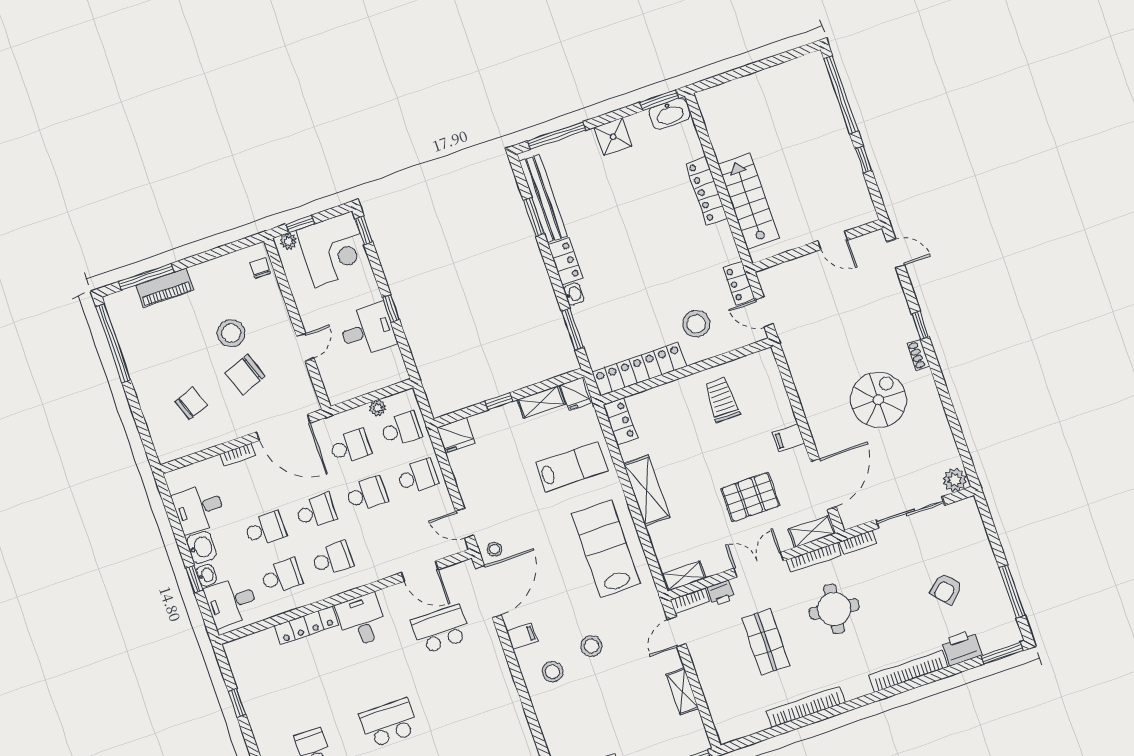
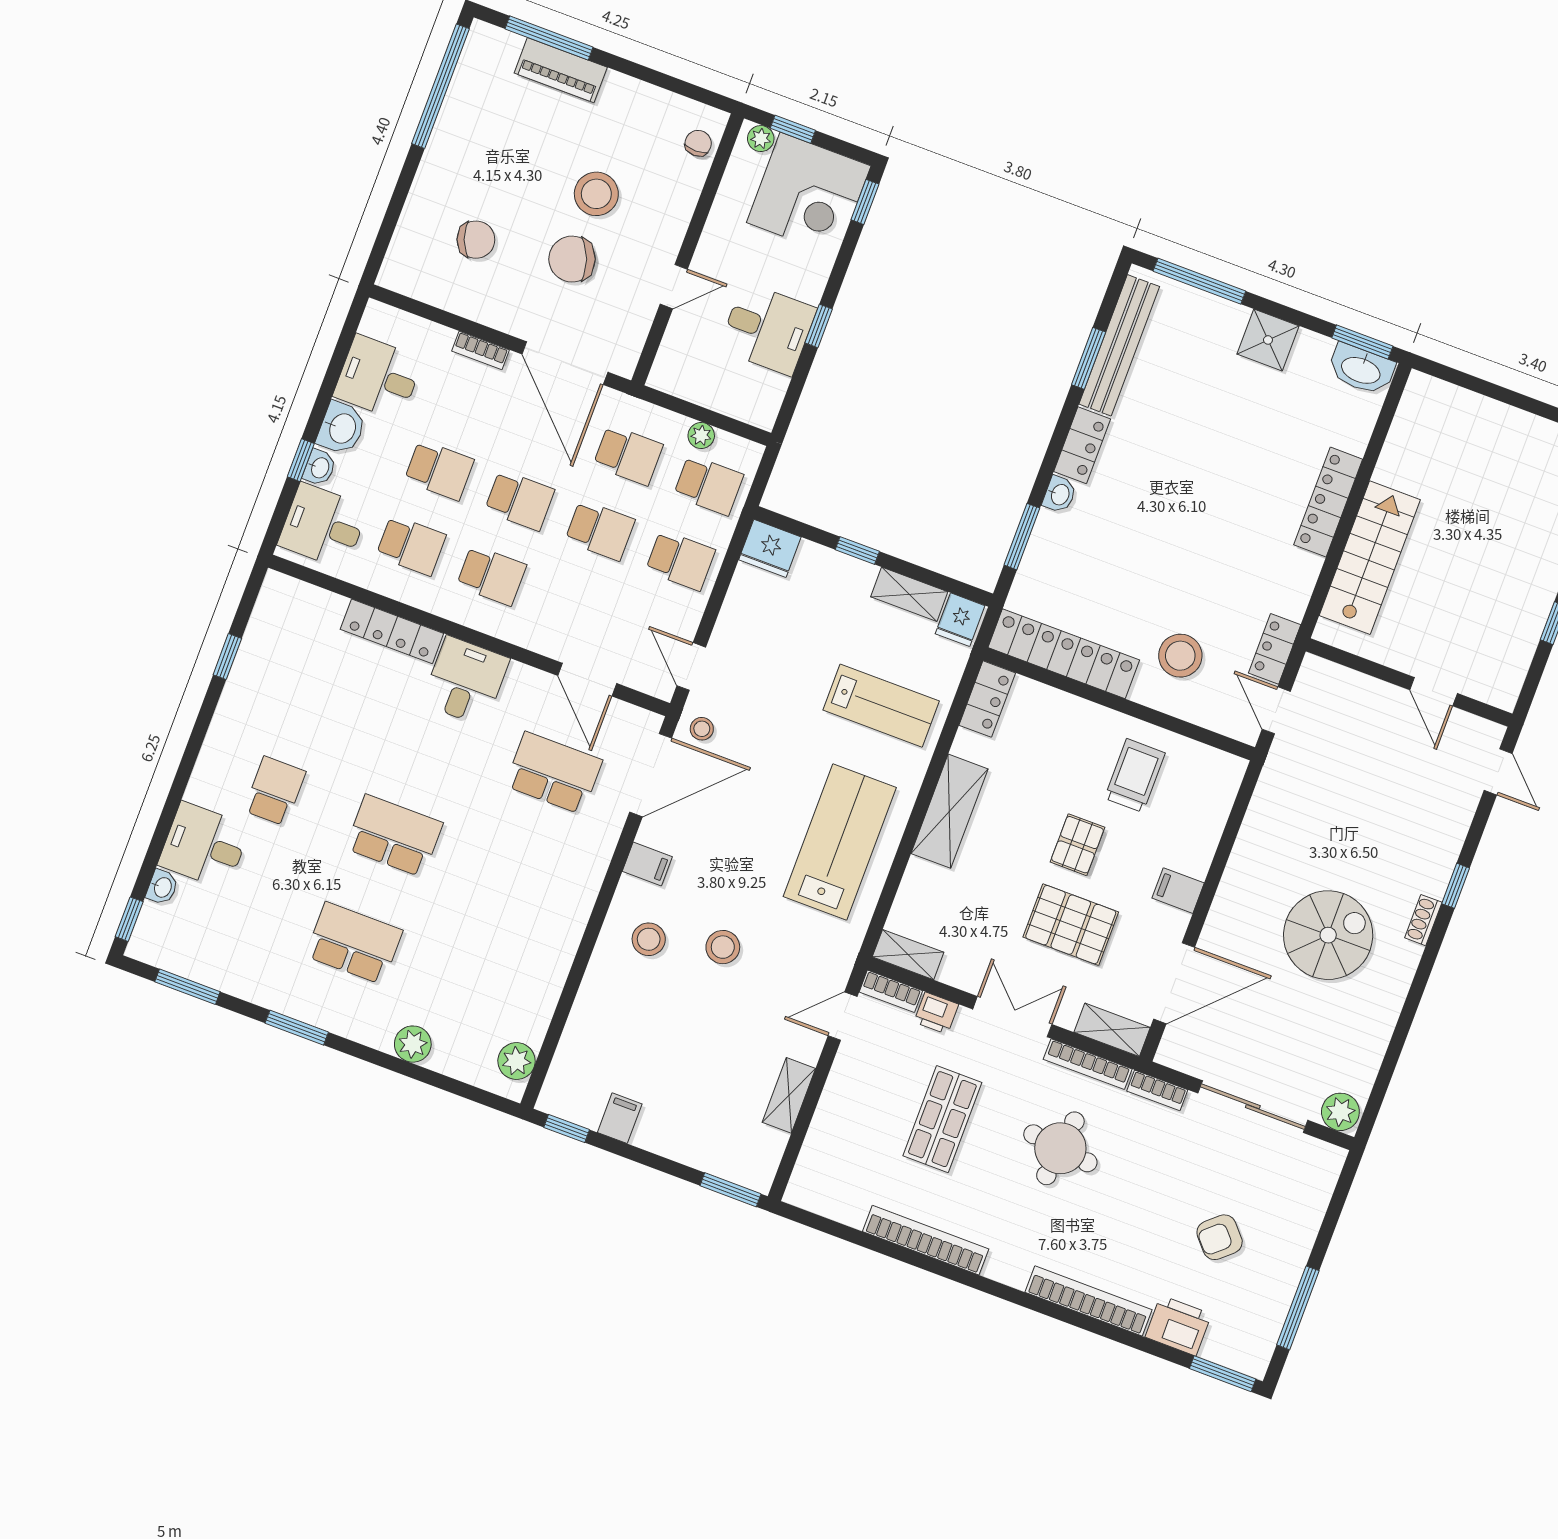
pallet: (722, 456) -> (1077, 845), added

